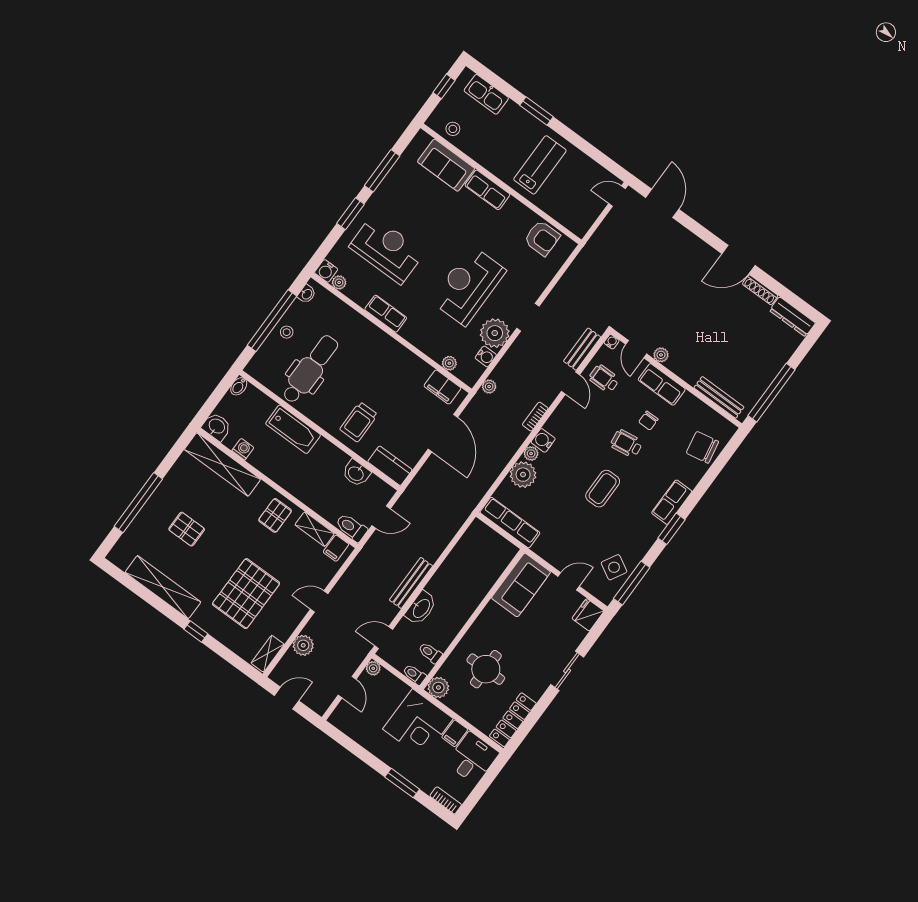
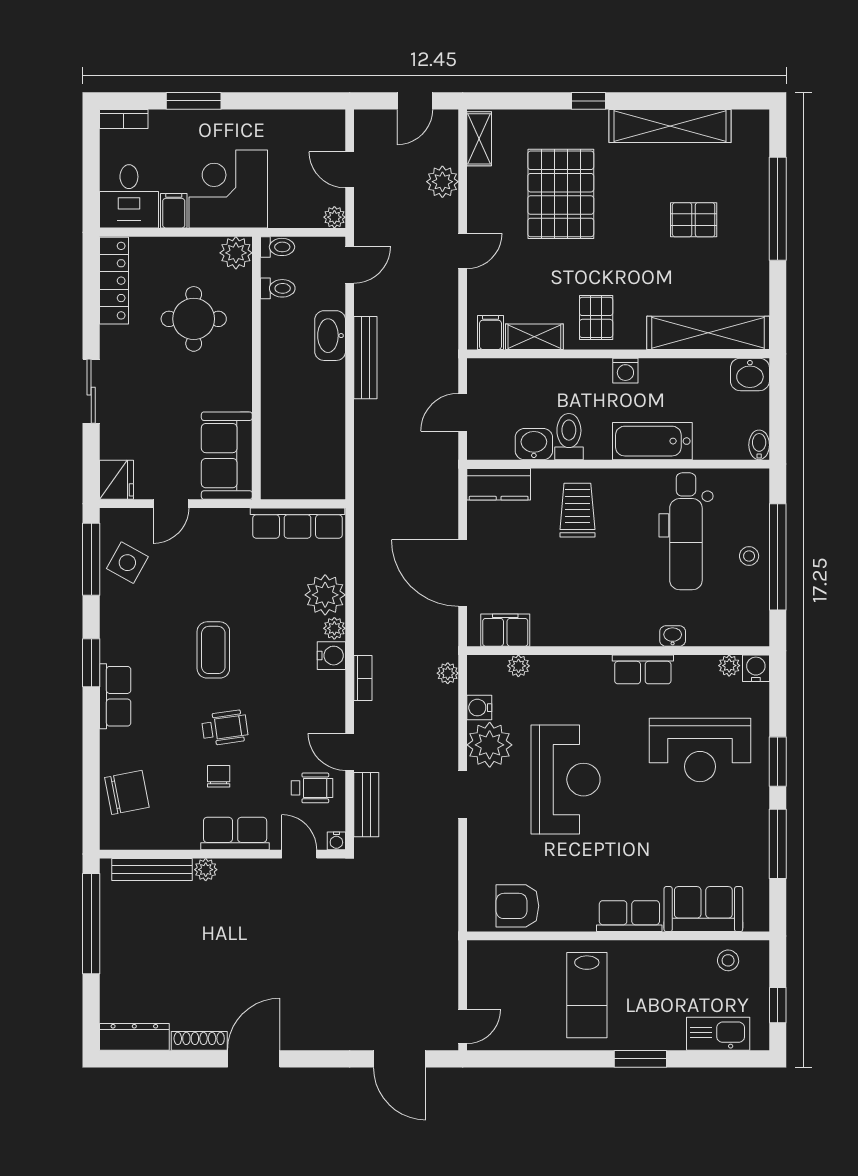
washbasin: (307, 294) -> (673, 636), moved, turned 90
plant: (661, 355) -> (206, 870), moved
washing machine: (243, 449) -> (625, 371), moved
toilet: (351, 527) -> (569, 437), moved, turned -90

